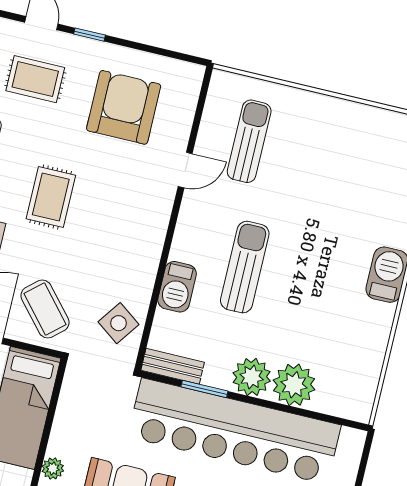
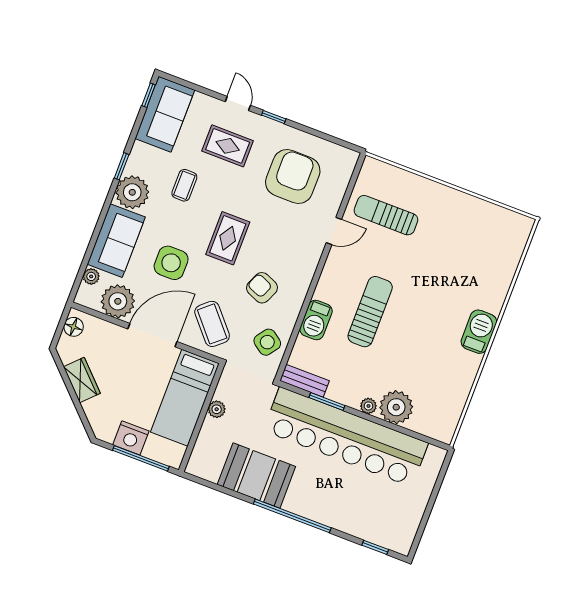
sun lounger: (249, 141) -> (386, 215), turned -90
armchair: (103, 255) -> (262, 288), added
plant: (252, 377) -> (368, 406), width x0.53, depth x0.53
plant: (53, 468) -> (217, 409), moved

